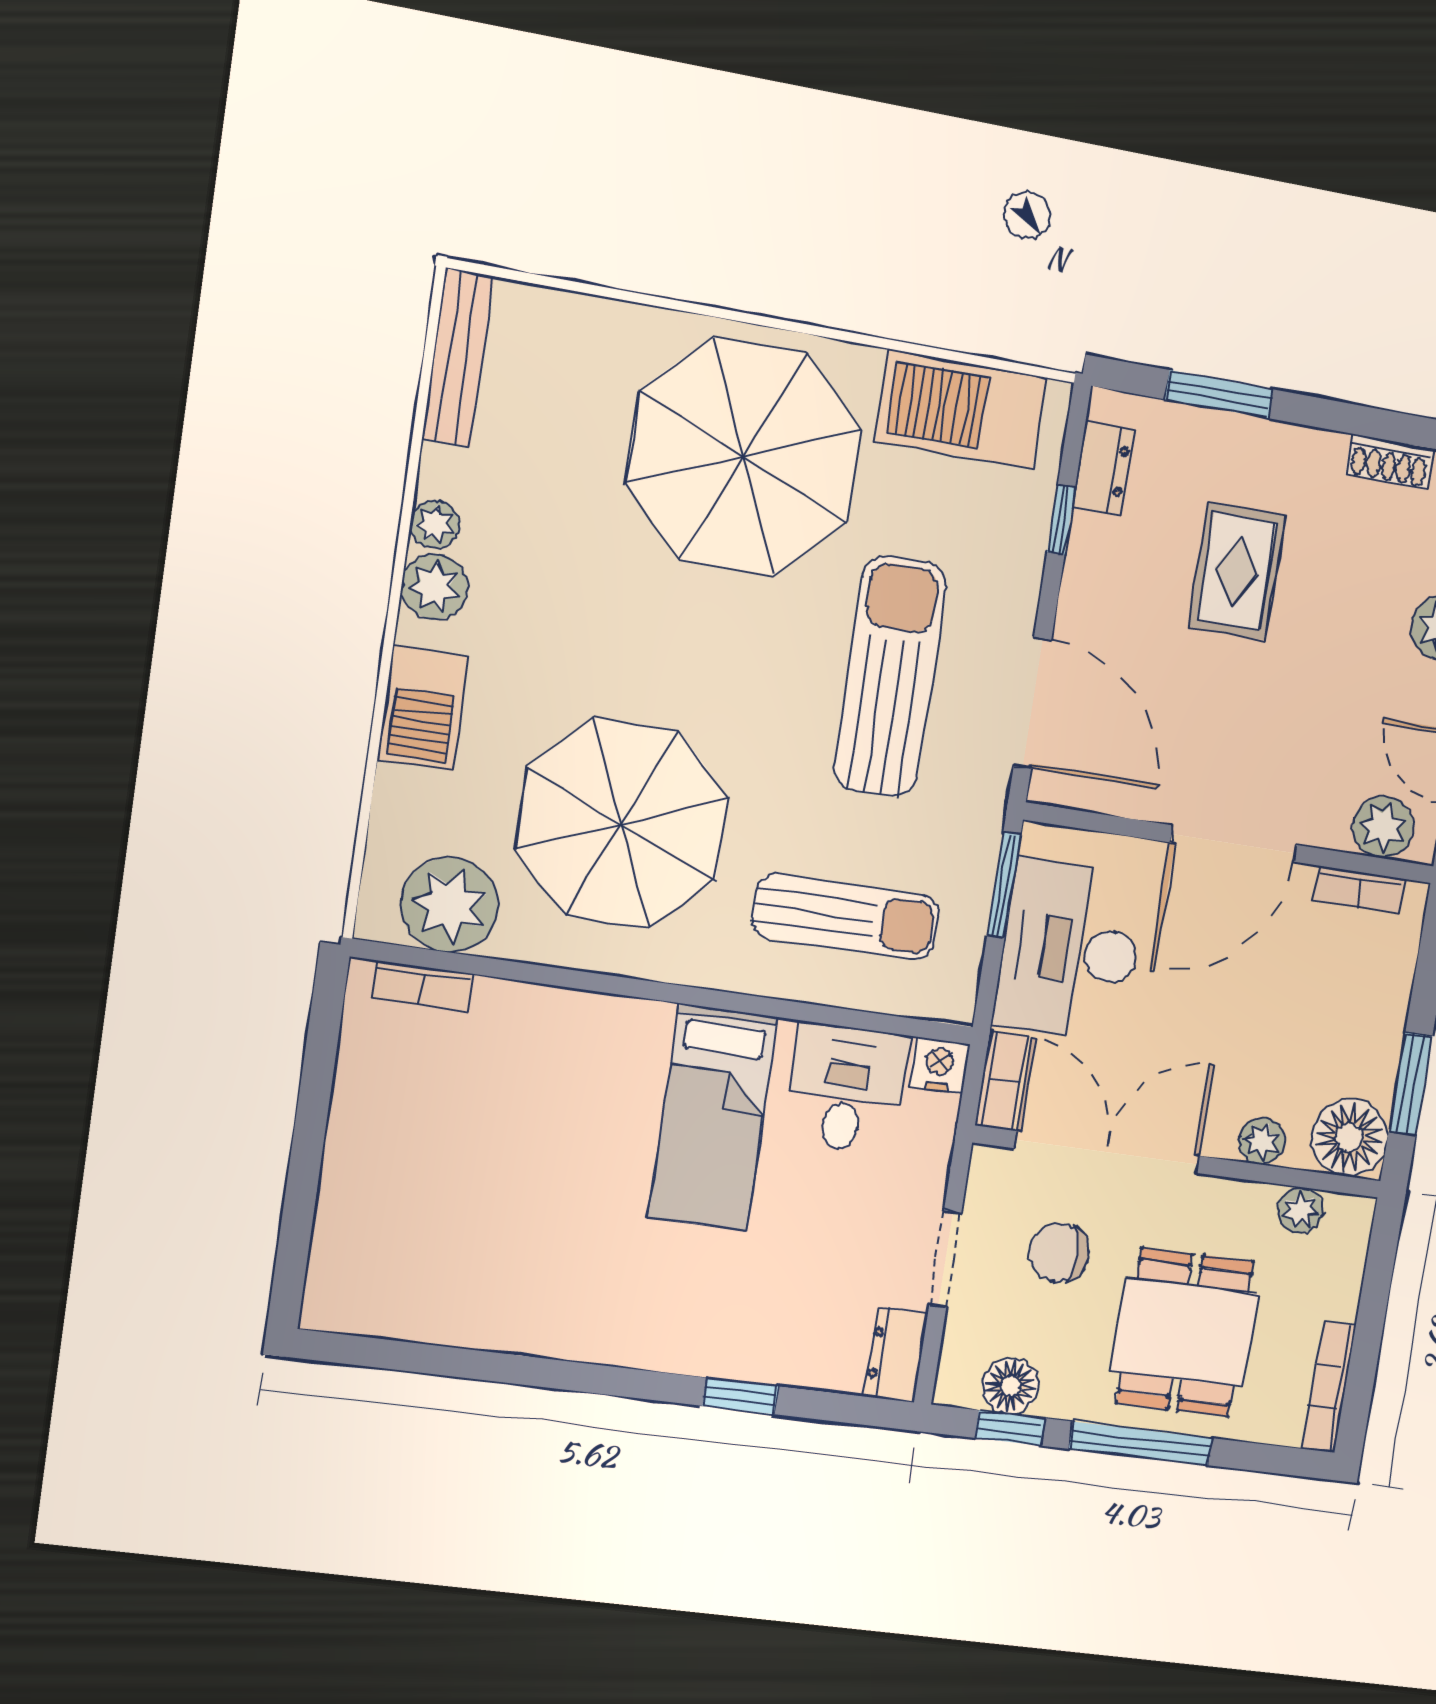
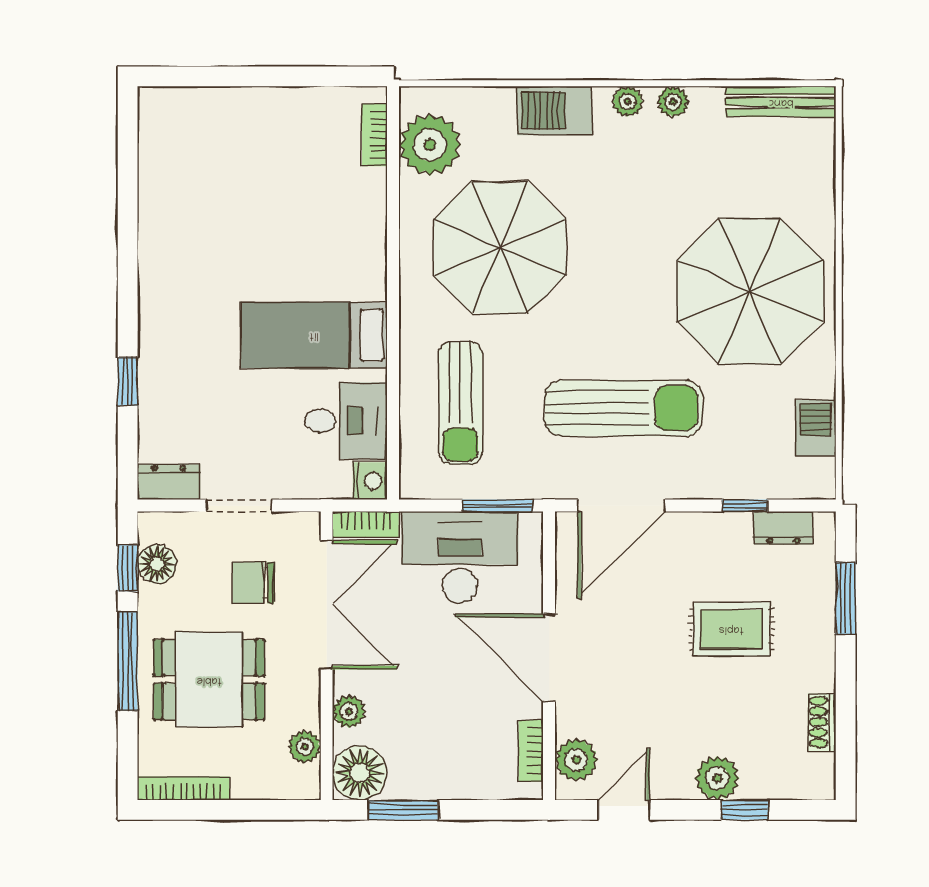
barbecue: (961, 409) -> (816, 428), width x0.53, depth x0.65
plant: (435, 587) -> (628, 101), width x0.73, depth x0.73
chair: (1059, 1253) -> (253, 583), turned -90

